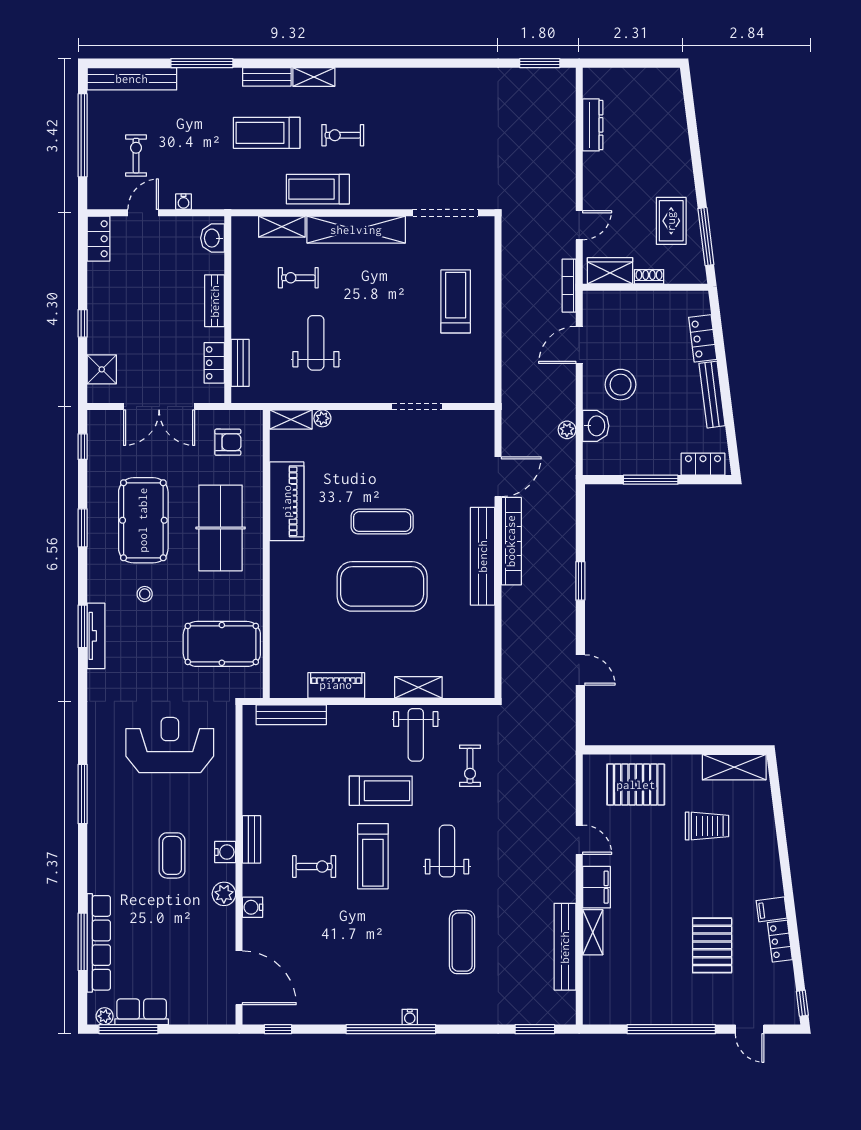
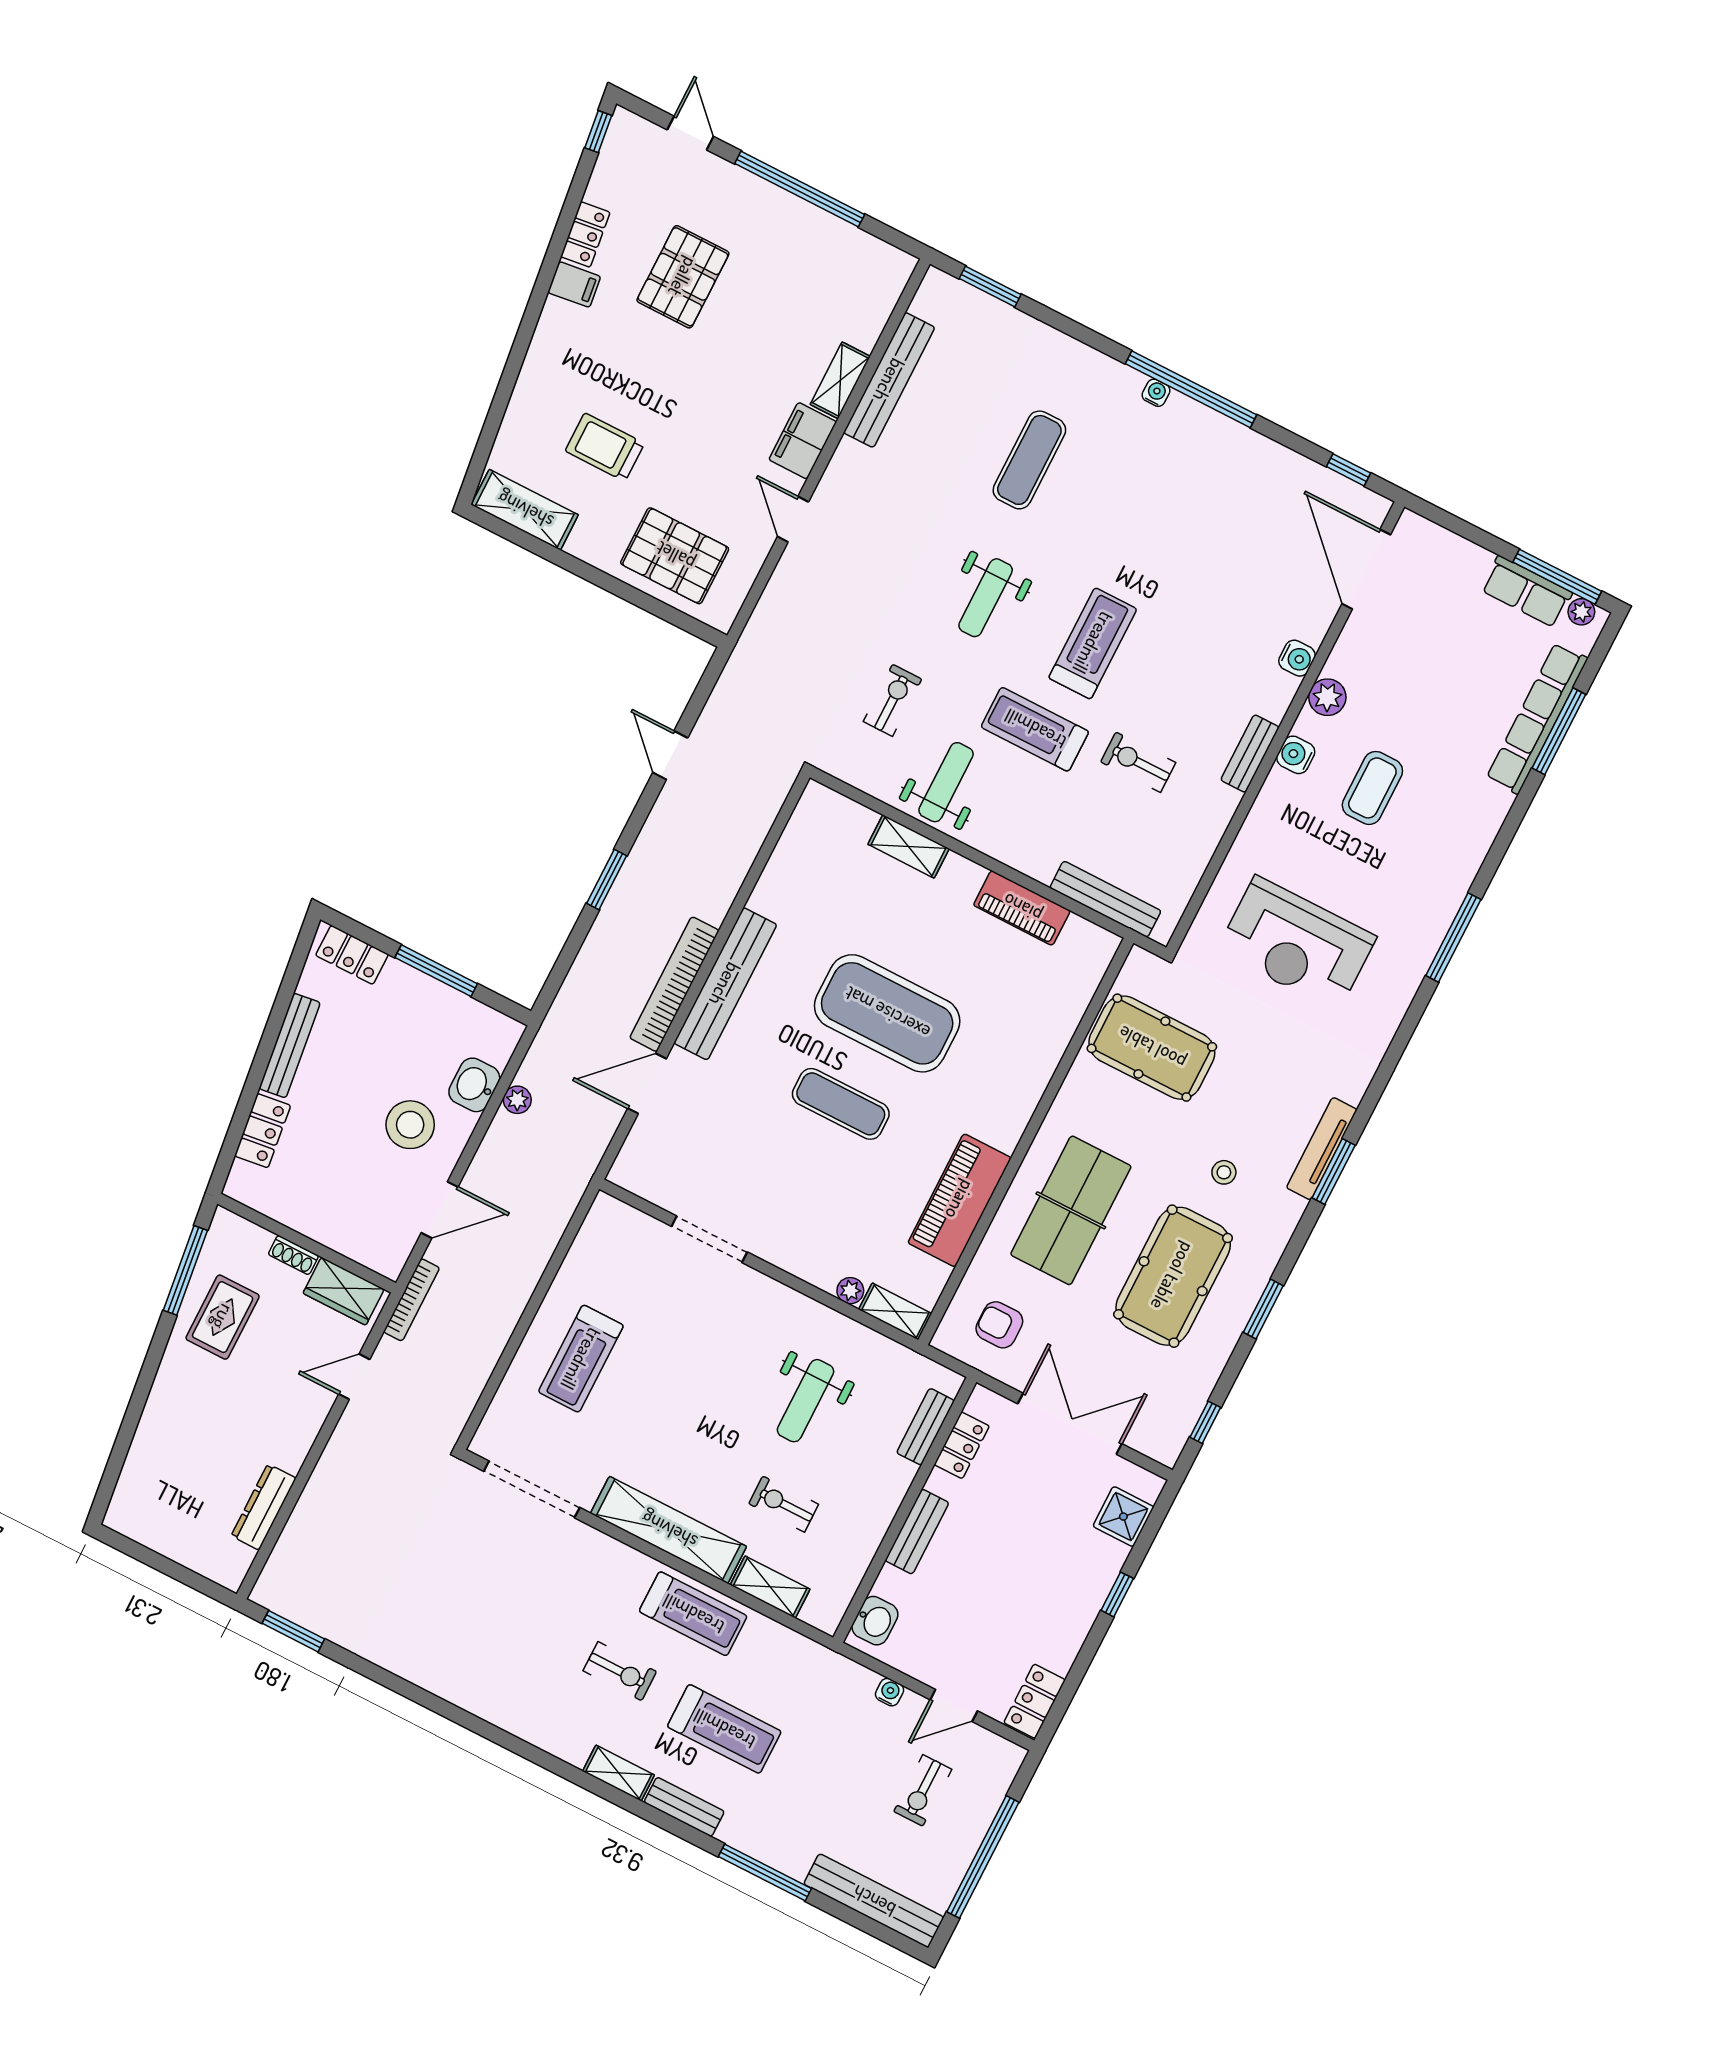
exercise bike: (298, 278) -> (784, 1504), turned 180
exercise bike: (314, 867) -> (1138, 762), moved

